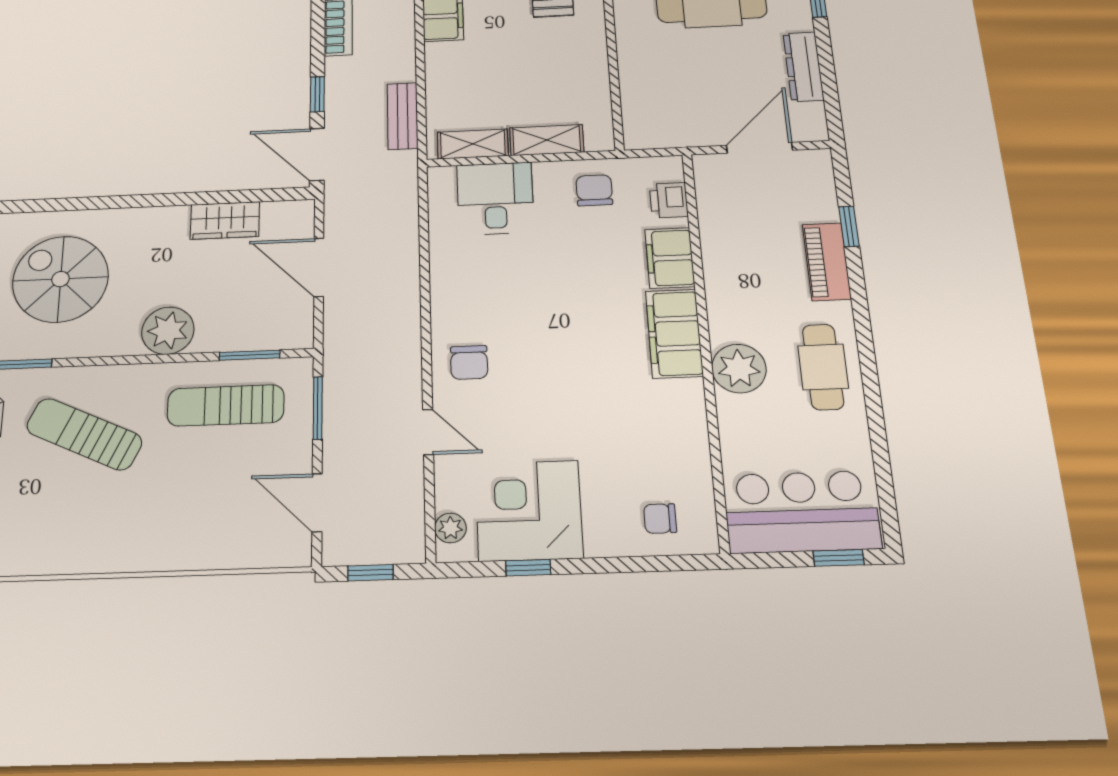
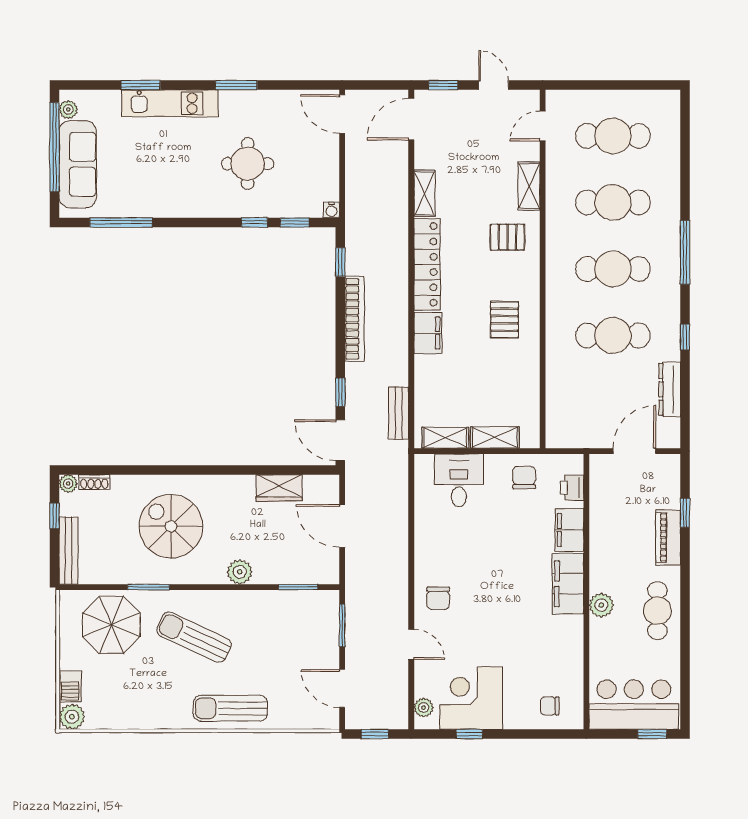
plant: (168, 331) -> (240, 572), width x0.73, depth x0.73
plant: (739, 369) -> (601, 605), width x0.73, depth x0.73
sun lounger: (226, 405) -> (230, 708), moved

